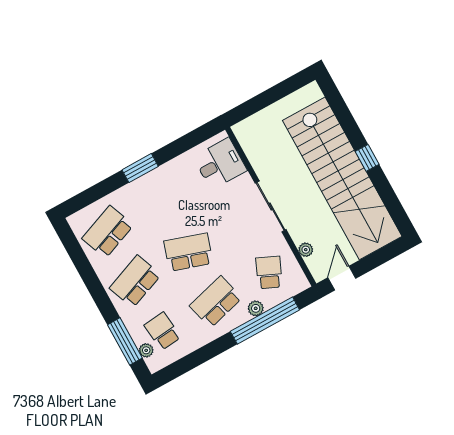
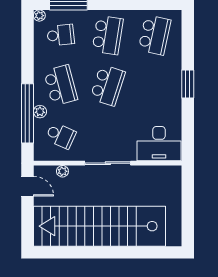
window: (367, 158) -> (104, 252), removed
desk: (220, 164) -> (159, 144), width x1.37
school desk: (108, 232) -> (155, 35), turned 33
school desk: (135, 282) -> (108, 35), turned 30
plant: (146, 350) -> (39, 16), moved

